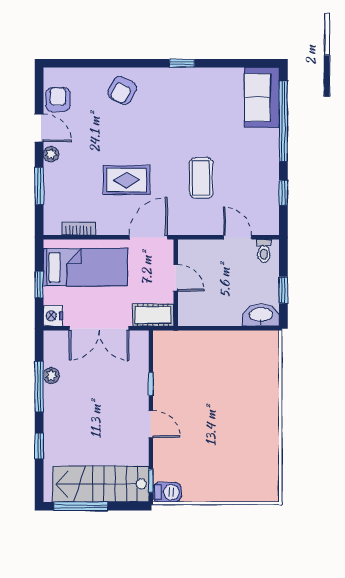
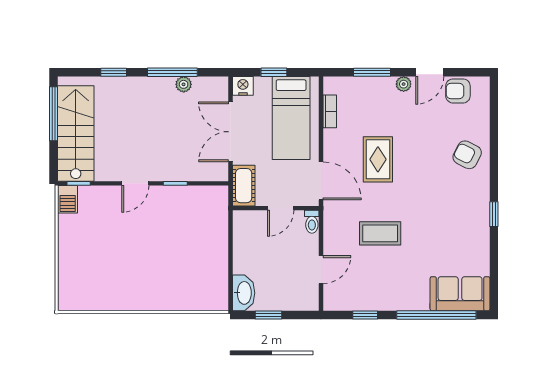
armchair: (58, 100) -> (458, 91), turned 180
toilet: (264, 251) -> (312, 222), moved, turned -90

